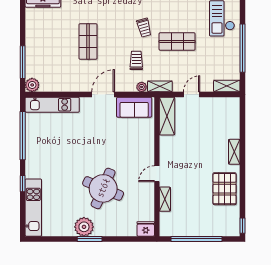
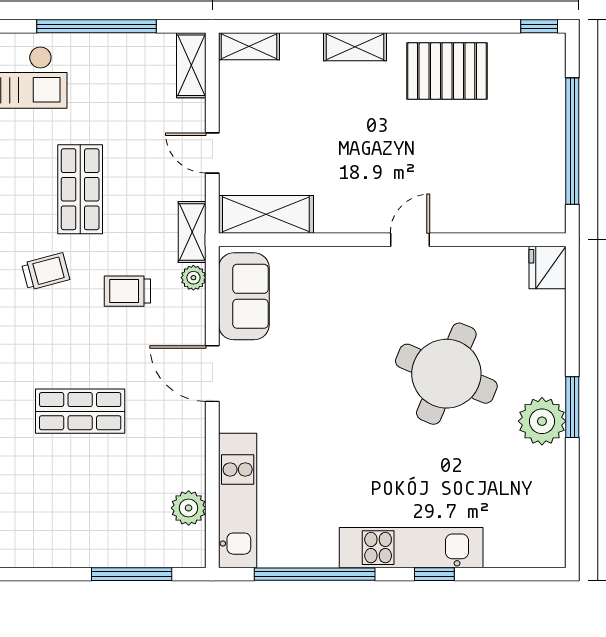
plant: (32, 85) -> (189, 508), moved
door: (157, 174) -> (410, 240), swing flipped
shelving: (165, 199) -> (249, 46), moved
kitchen unit: (33, 208) -> (411, 548), moved

